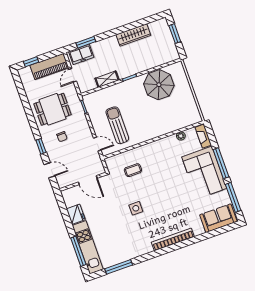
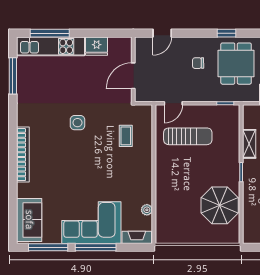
window: (41, 146) -> (227, 33), moved

